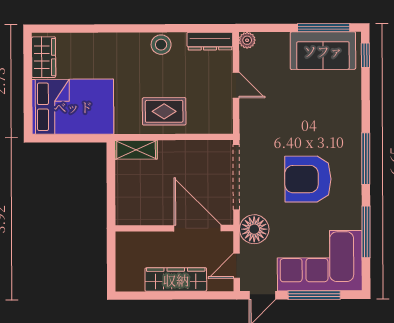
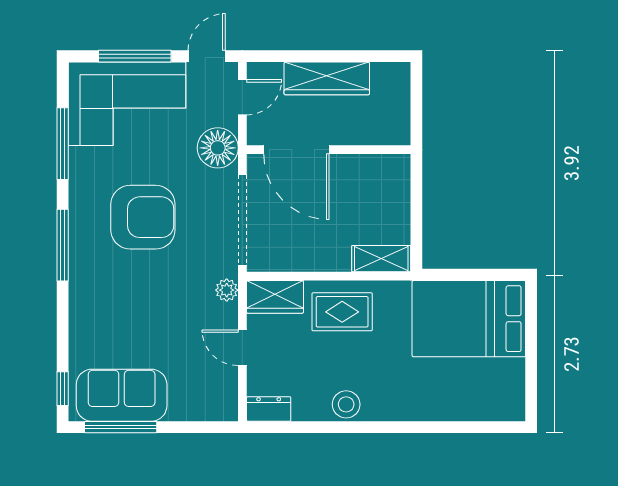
plant: (247, 40) -> (227, 290), moved
dresser: (210, 41) -> (269, 409), width x0.70
wardrobe: (44, 57) -> (275, 297), moved, turned -90

